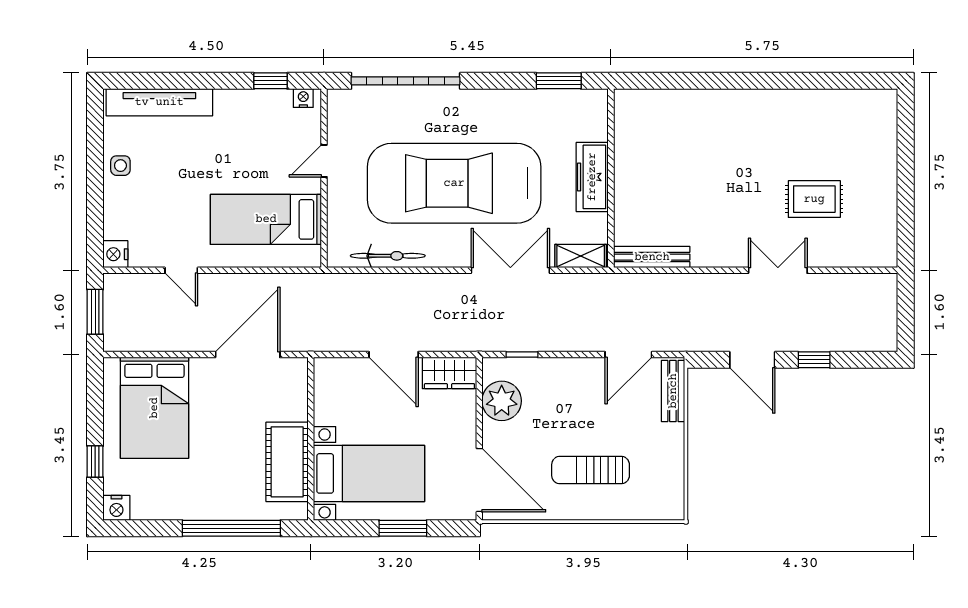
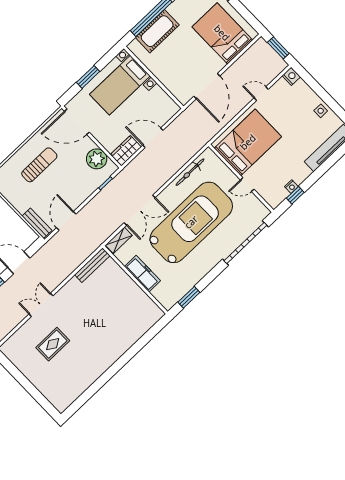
nightstand: (303, 98) -> (291, 187), moved
door: (324, 161) -> (247, 185), swing flipped
bed: (266, 219) -> (248, 142), width x1.50
double door: (778, 270) -> (41, 305), swing flipped
cot: (287, 462) -> (157, 31), moved, turned 90

